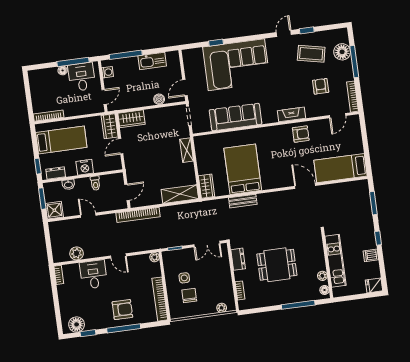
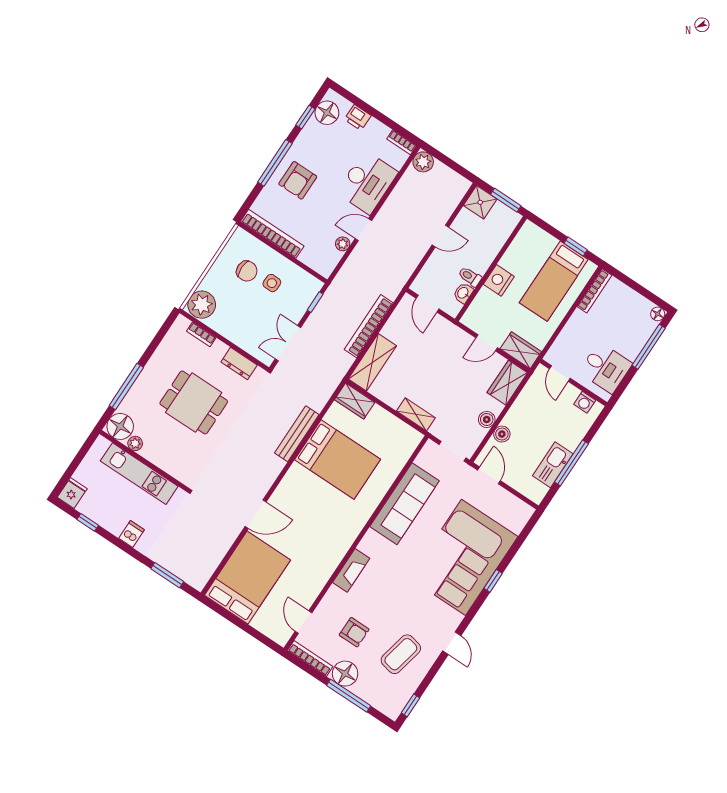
window: (307, 30) -> (410, 705), moved
window: (216, 43) -> (493, 581), moved
floor lamp: (342, 52) -> (345, 674), moved
window: (126, 55) -> (571, 463), moved
window: (73, 62) -> (649, 347), moved
floor lamp: (63, 70) -> (658, 314), moved
boiler: (158, 113) -> (487, 419), added
armchair: (301, 134) -> (319, 561), removed
door: (121, 146) -> (487, 343), swing flipped
window: (38, 166) -> (576, 247), moved
bed: (341, 168) -> (248, 578), width x1.50
dresser: (56, 173) -> (521, 241), removed
washbasin: (68, 184) -> (463, 293), moved
bench: (243, 201) -> (297, 434), width x1.36
bookcase: (138, 215) -> (369, 326), moved
window: (378, 238) -> (88, 522), moved
plant: (77, 253) -> (423, 162), moved
dishwasher: (371, 255) -> (132, 534), moved
plant: (154, 257) -> (343, 244), moved
dining table: (277, 265) -> (194, 402), turned 90
desk: (93, 275) -> (367, 182), width x1.37
floor lamp: (324, 290) -> (120, 426), width x1.89, depth x1.89
printer: (66, 307) -> (358, 117), added
plant: (222, 308) -> (202, 305), width x1.88, depth x1.88

